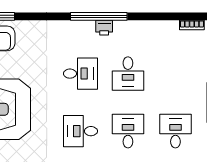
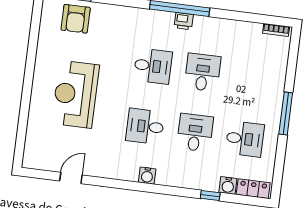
desk: (128, 74) -> (203, 72), turned 180
desk: (175, 131) -> (245, 139), turned 90

